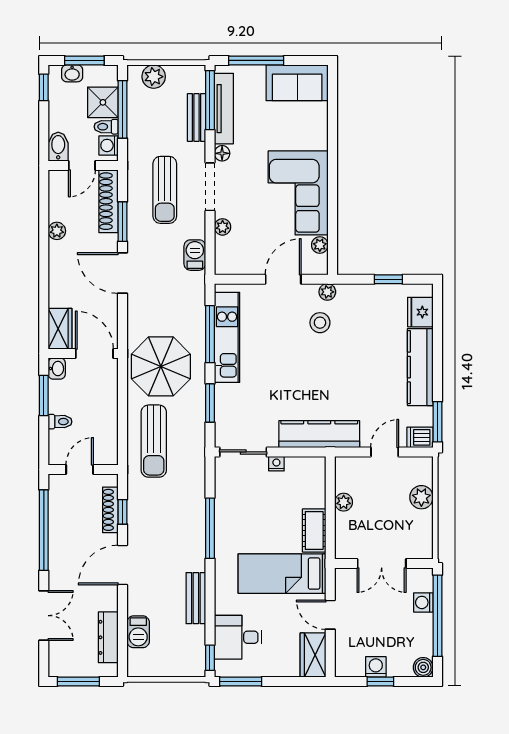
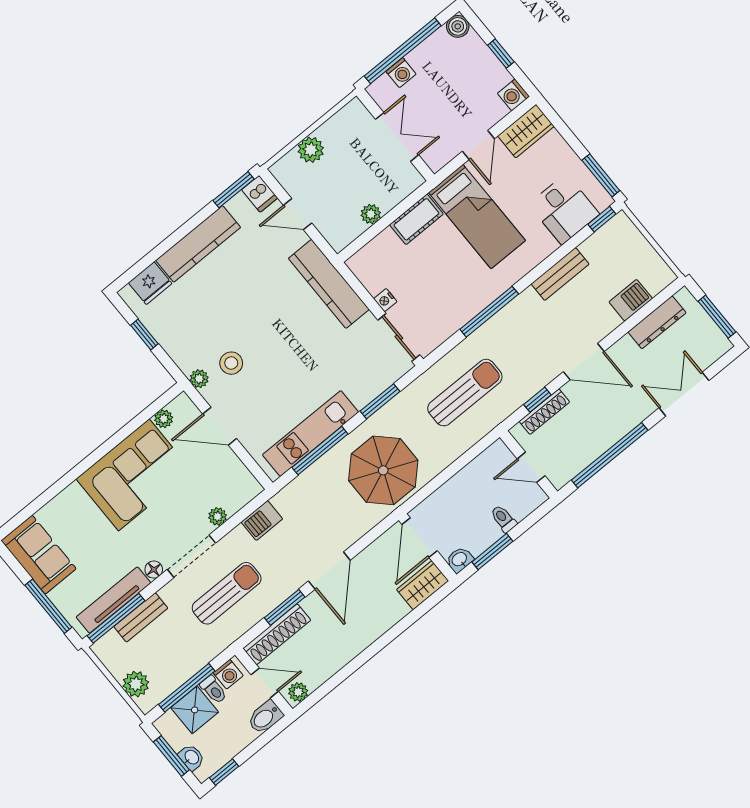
plant: (57, 231) -> (298, 692), moved
sun lounger: (154, 441) -> (465, 393), moved
washing machine: (376, 667) -> (513, 95), moved

